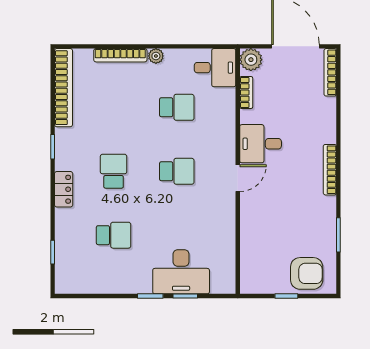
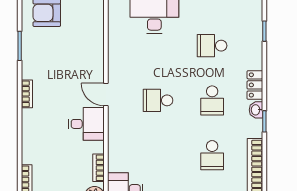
school desk: (177, 107) -> (212, 155), moved, turned -90
washbasin: (62, 160) -> (256, 110), added
bookcase: (330, 170) -> (27, 94), width x0.64
door: (238, 178) -> (106, 94), hinge flipped

